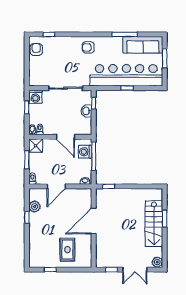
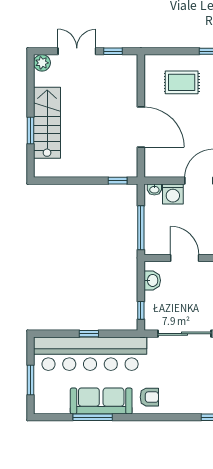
sofa: (143, 45) -> (101, 401), moved
washbasin: (86, 111) -> (152, 280), moved
washing machine: (85, 152) -> (173, 194), moved, turned 90
door: (94, 221) -> (141, 127), hinge flipped
rug: (67, 250) -> (182, 82), turned 90

